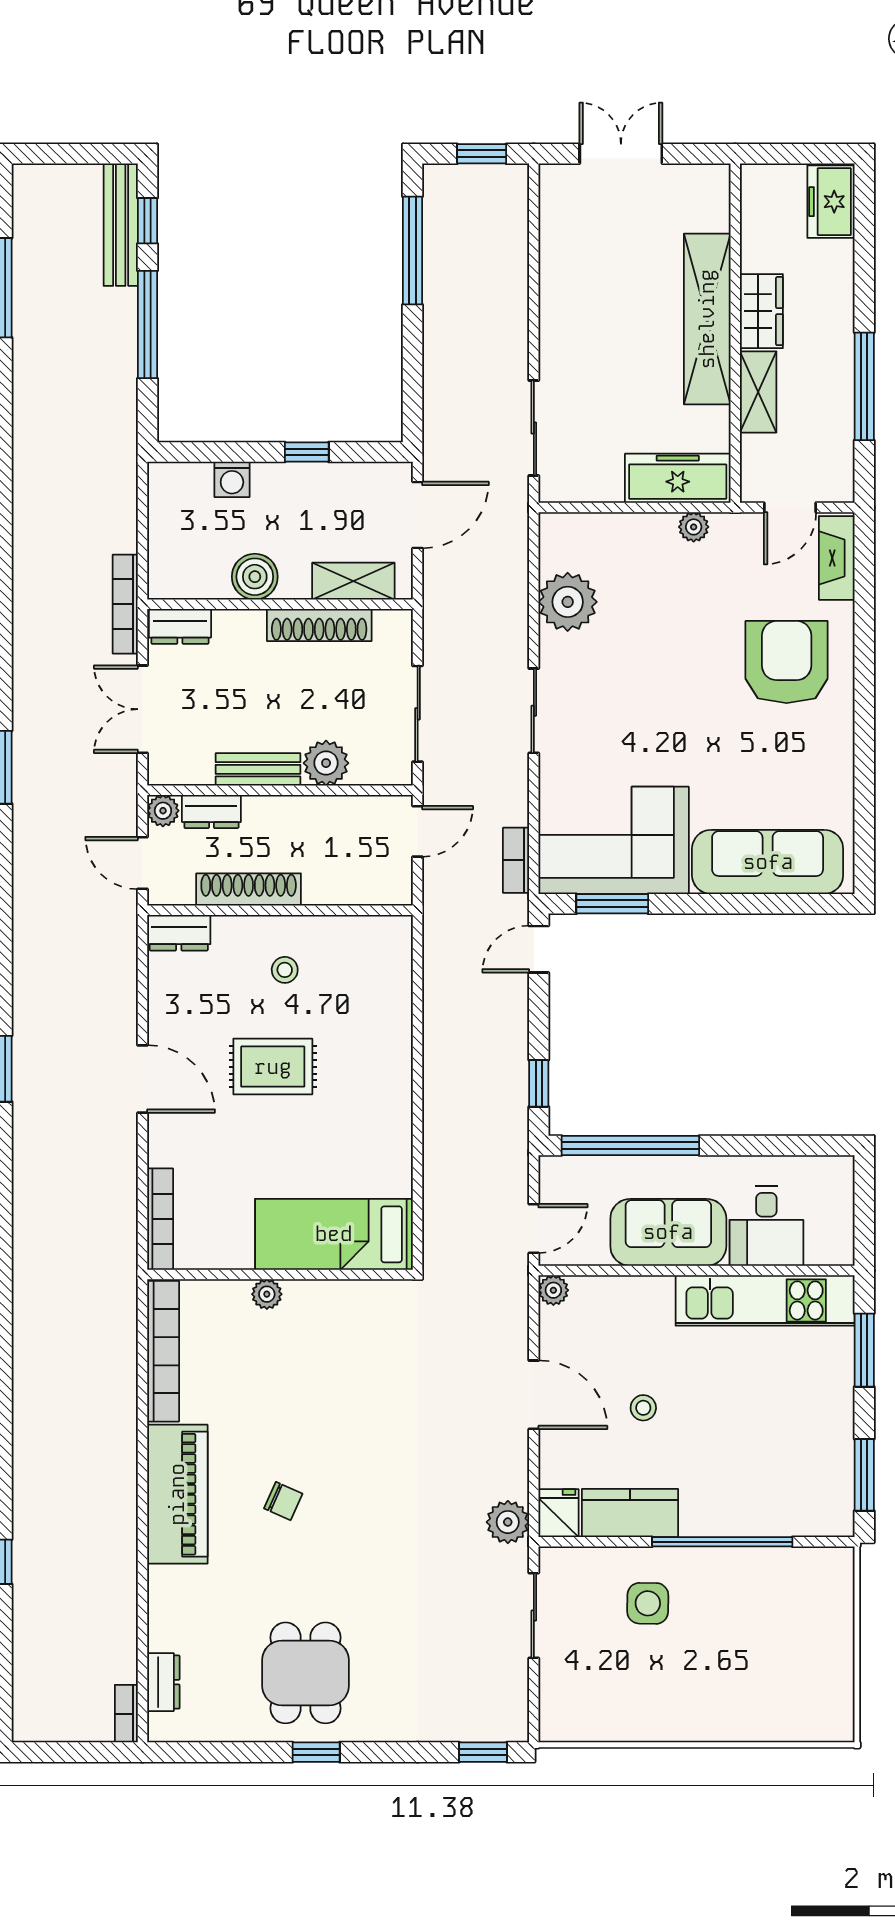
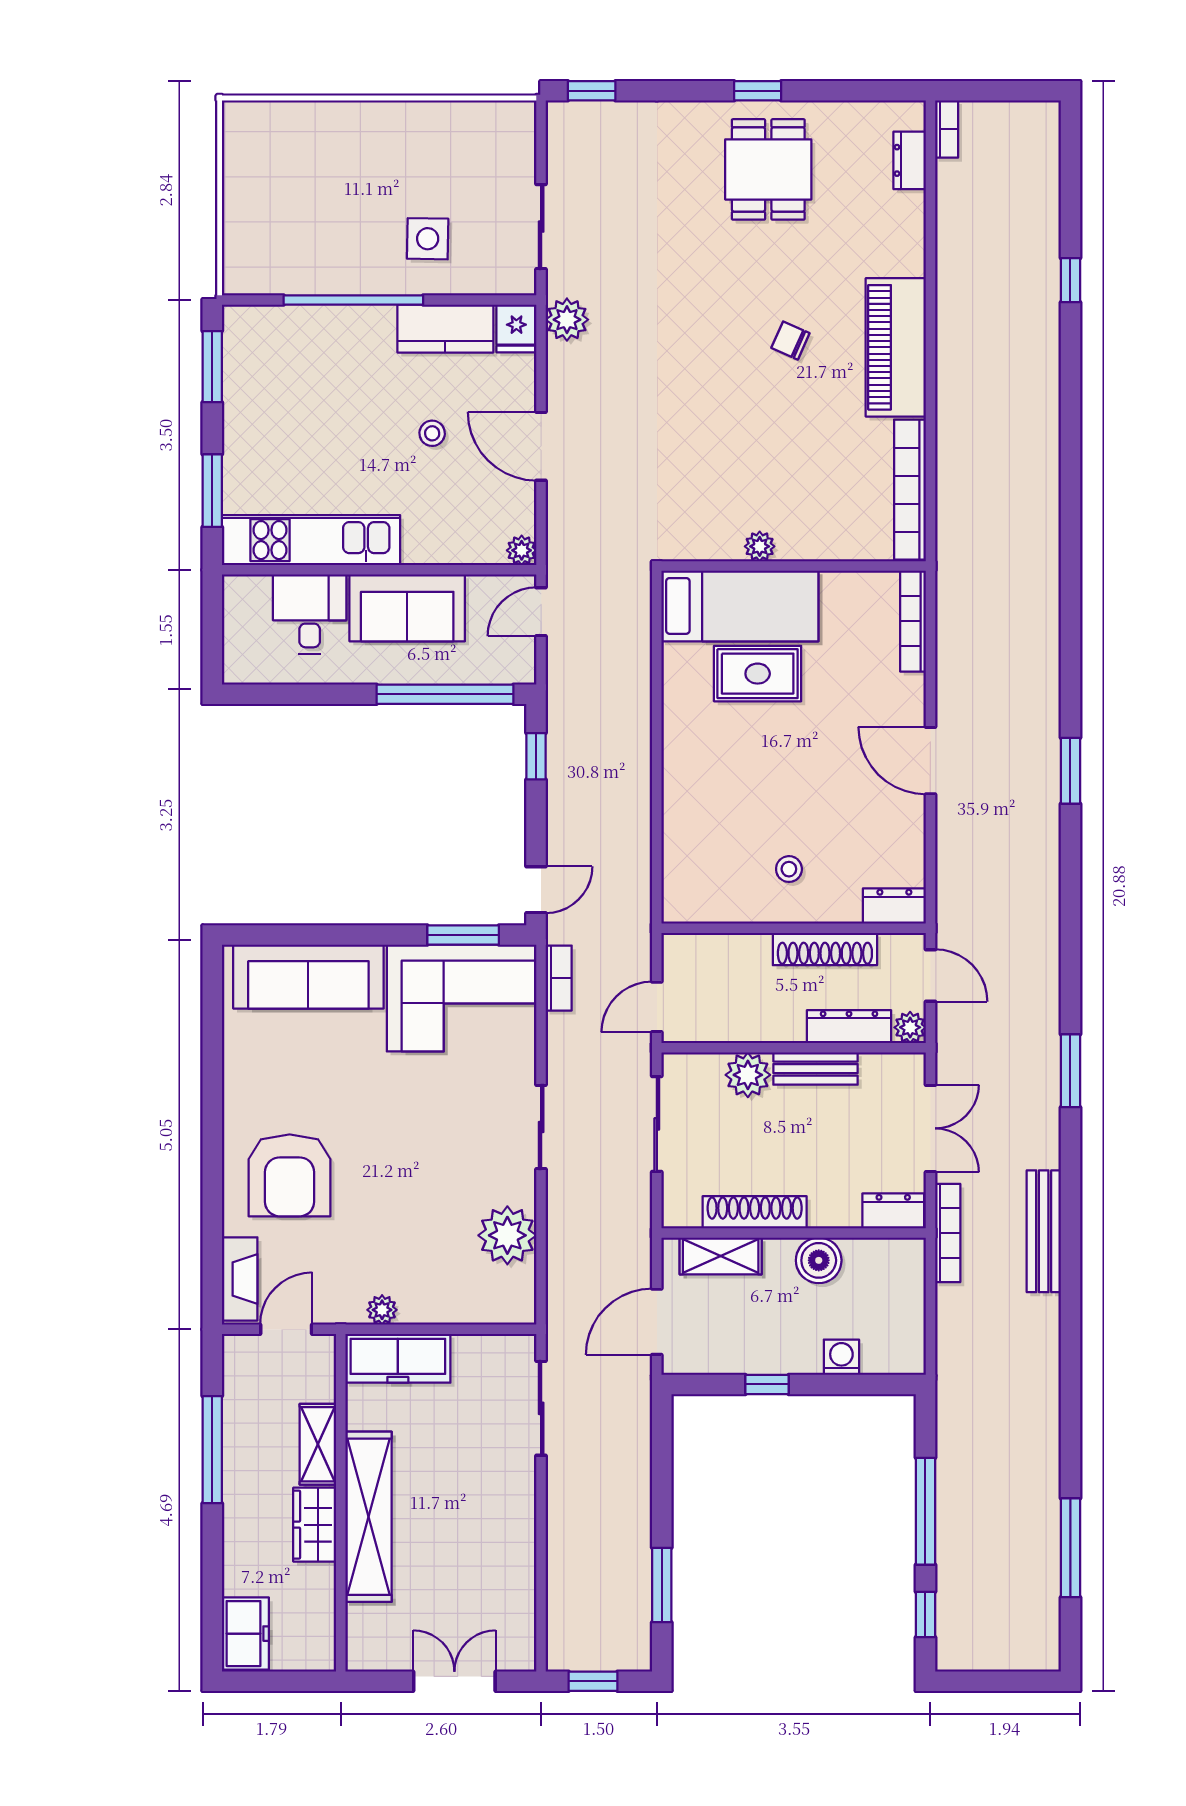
double door: (621, 154) -> (454, 1681), swing flipped
bench: (121, 225) -> (1044, 1231), moved
window: (413, 250) -> (662, 1585), width x0.69
dresser: (211, 811) -> (849, 1027), width x1.44
rug: (273, 1067) -> (758, 674), moved
plant: (267, 1294) -> (760, 546), moved

